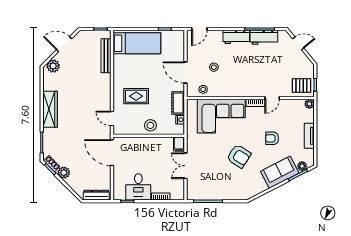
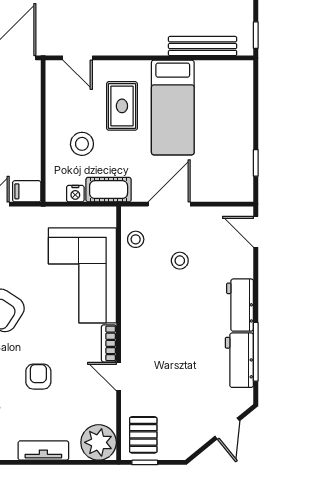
bed: (137, 43) -> (173, 107), moved
plant: (309, 104) -> (99, 442), width x1.88, depth x1.88
door: (112, 119) -> (78, 58), swing flipped
stool: (150, 125) -> (82, 144), moved

